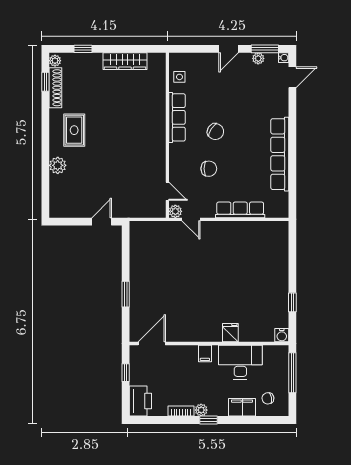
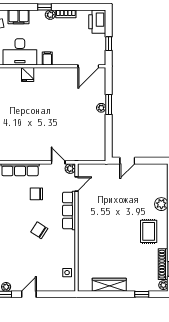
row of seats: (177, 117) -> (69, 211), moved
chair: (209, 169) -> (36, 194), moved
door: (167, 191) -> (76, 184), swing flipped
plant: (135, 290) -> (101, 108), added

